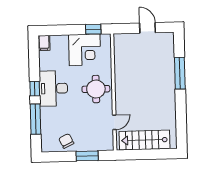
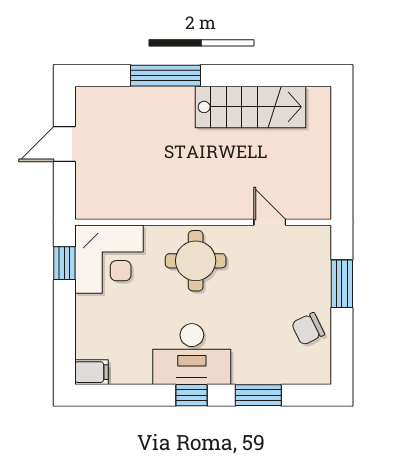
corner desk: (85, 50) -> (109, 259), moved, turned 90
window: (36, 119) -> (258, 395), width x0.69
stairs: (145, 140) -> (250, 107), moved, turned -90

